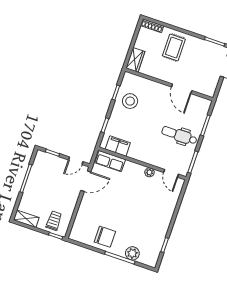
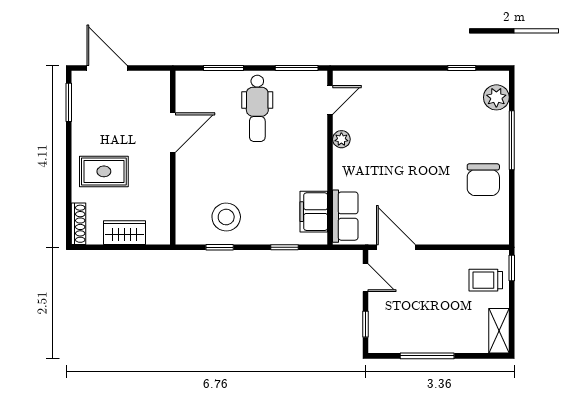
wardrobe: (135, 60) -> (125, 233), moved
chair: (105, 237) -> (483, 180), turned 180
plant: (132, 253) -> (496, 97), moved

